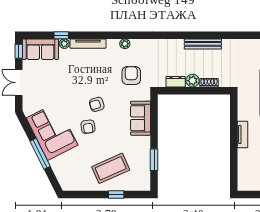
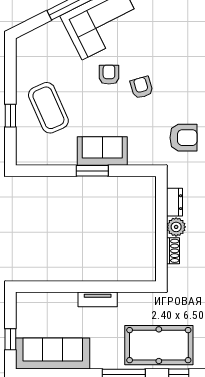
sofa: (140, 118) -> (102, 151), moved
armchair: (88, 127) -> (109, 75), turned 98
window: (154, 160) -> (92, 171), moved

